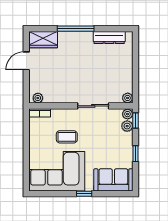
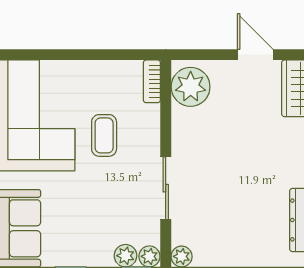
plant: (38, 98) -> (191, 87), width x1.88, depth x1.88

